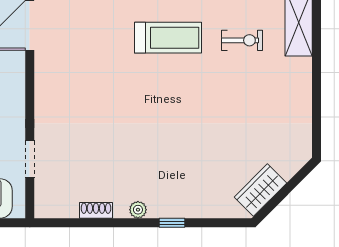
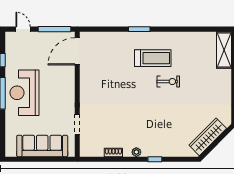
exercise bike: (242, 40) -> (168, 82), moved
wardrobe: (260, 190) -> (208, 137), width x1.50

